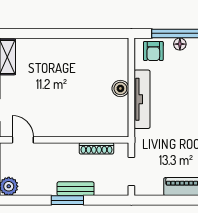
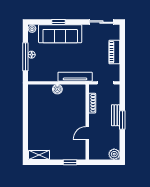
armchair: (153, 51) -> (36, 70), removed
tv unit: (142, 99) -> (75, 77), moved
door: (23, 140) -> (87, 133), moved

